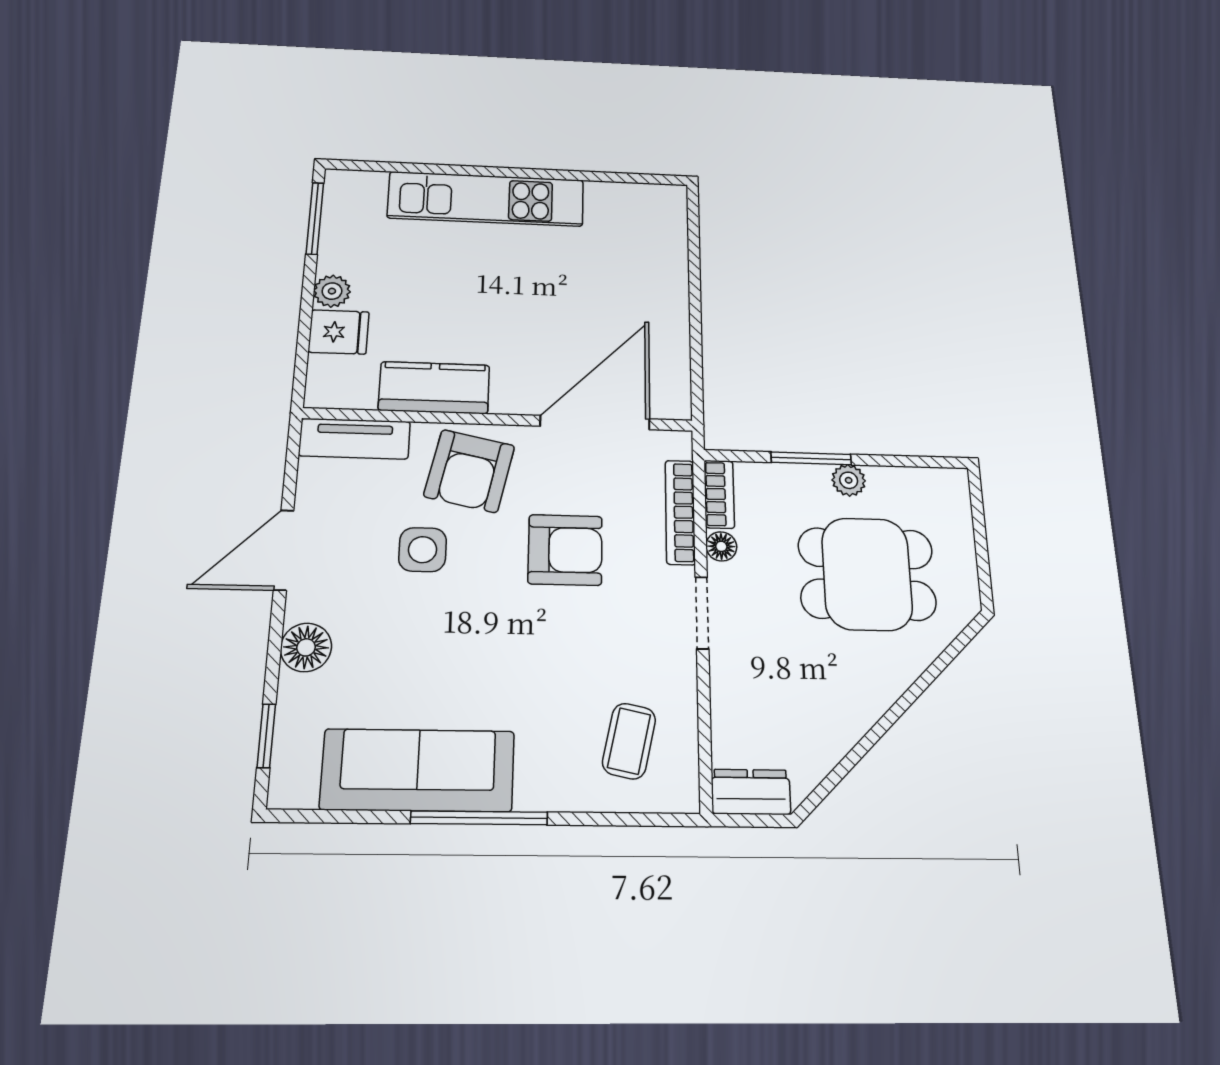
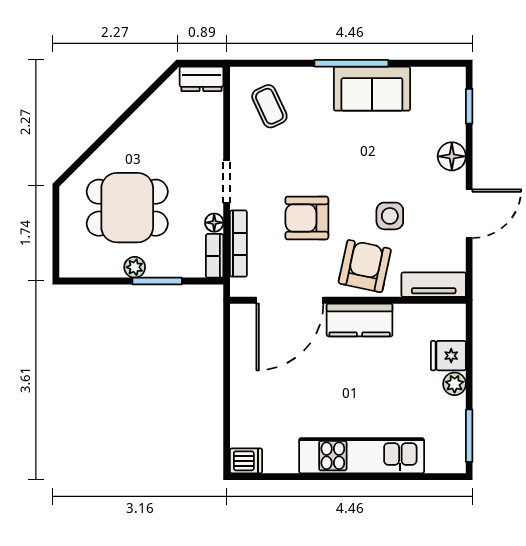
dishwasher: (663, 200) -> (246, 461), added
kitchen counter: (434, 388) -> (360, 320), moved
coffee table: (629, 741) -> (269, 106), turned -37
sofa: (418, 770) -> (372, 89), width x0.74

